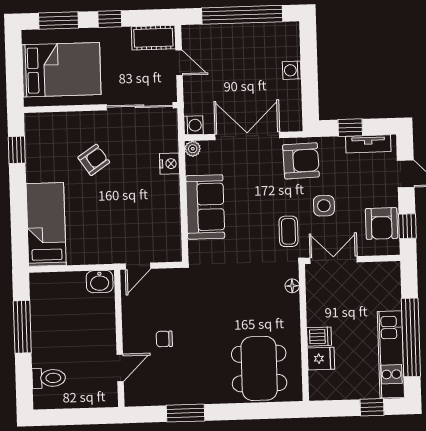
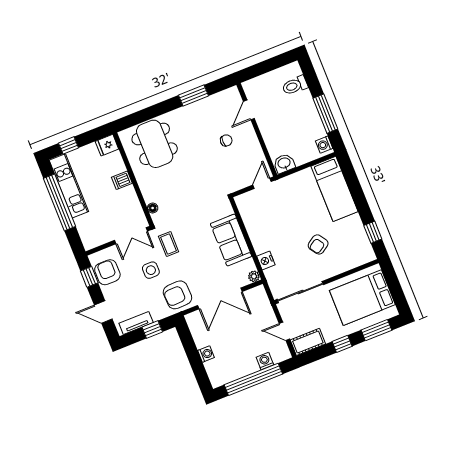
washing machine: (194, 125) -> (265, 361), moved, turned 90
washing machine: (39, 287) -> (324, 145), added
fridge: (321, 359) -> (107, 145), moved

